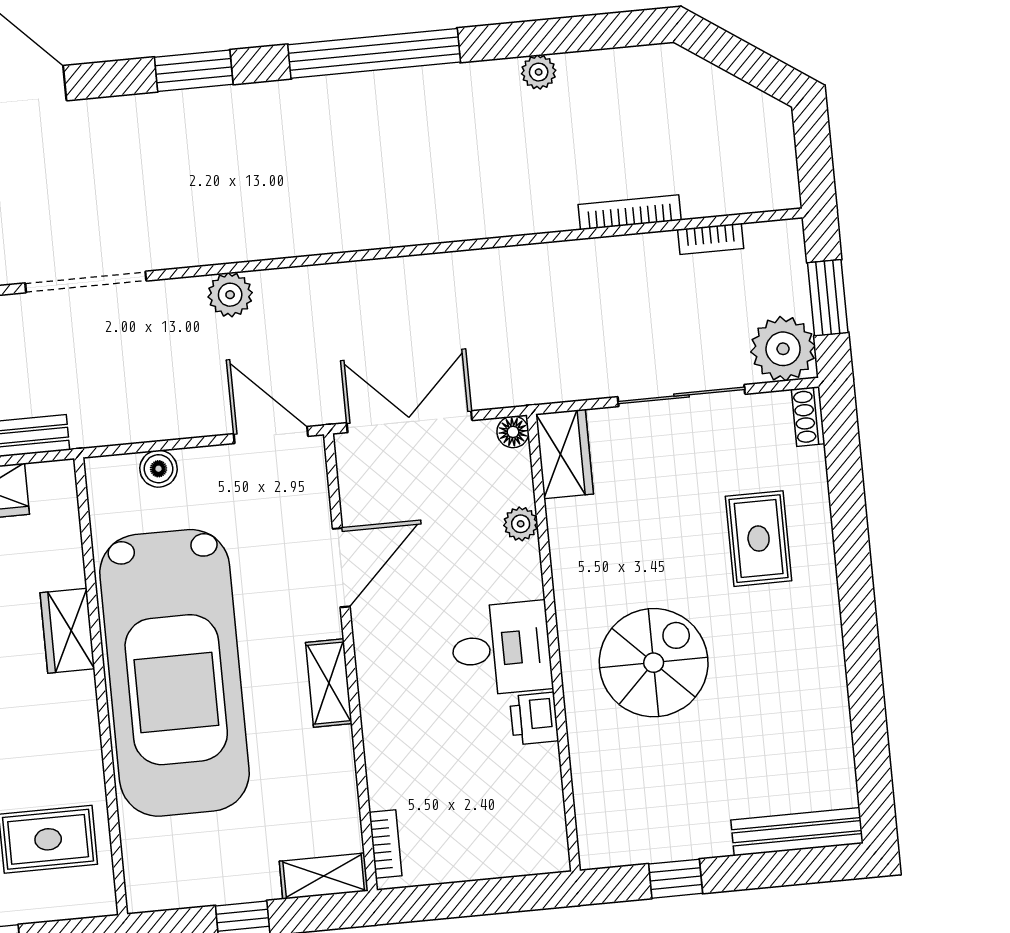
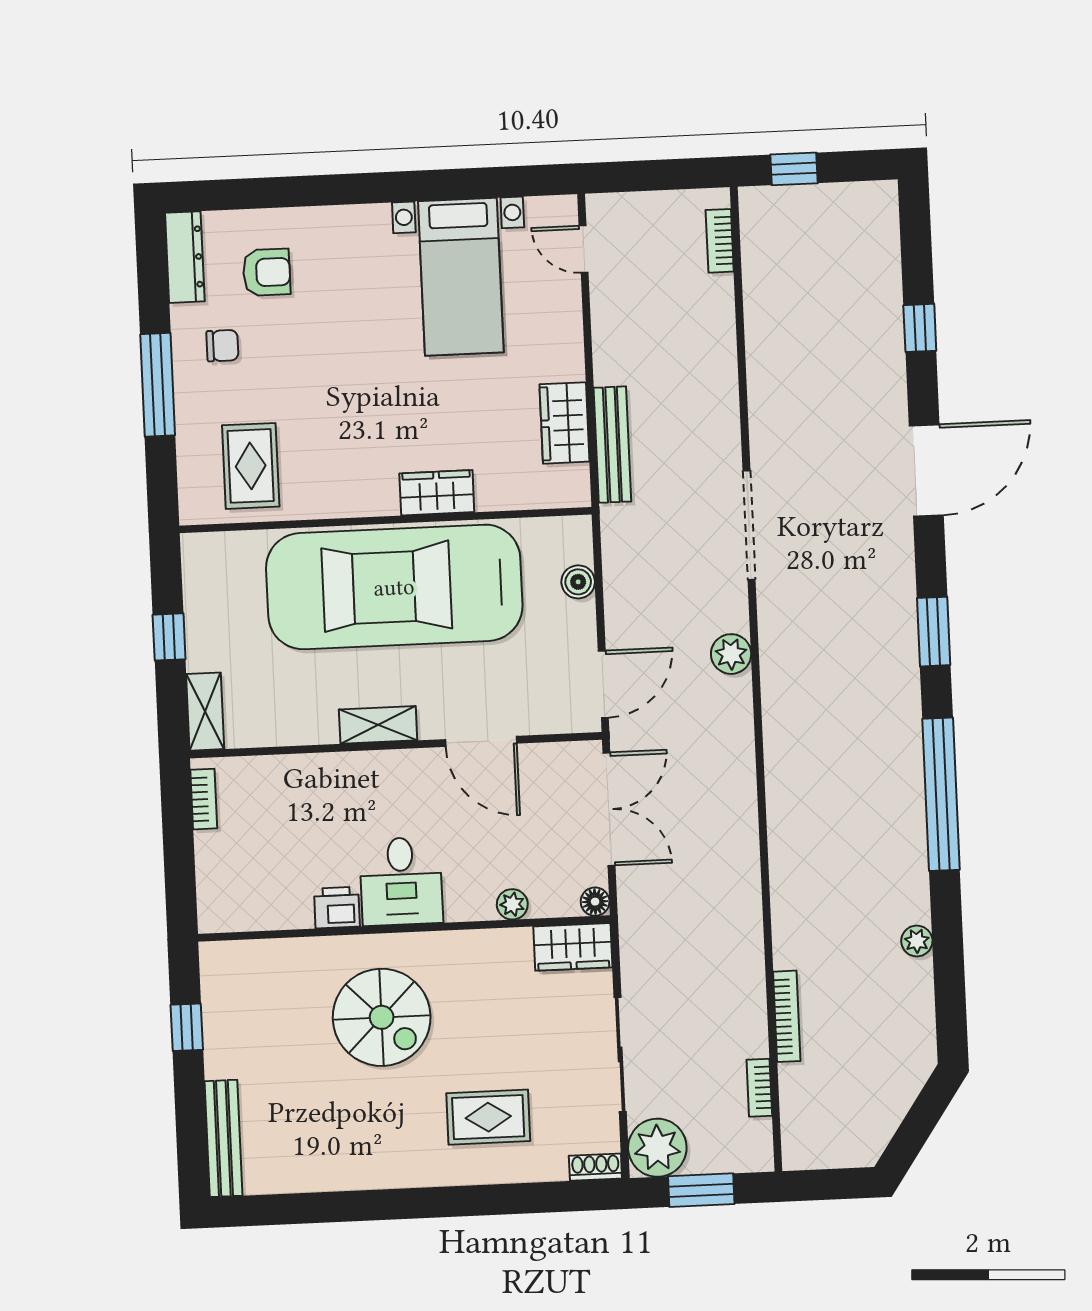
bookcase: (386, 844) -> (204, 799), moved, turned -90

